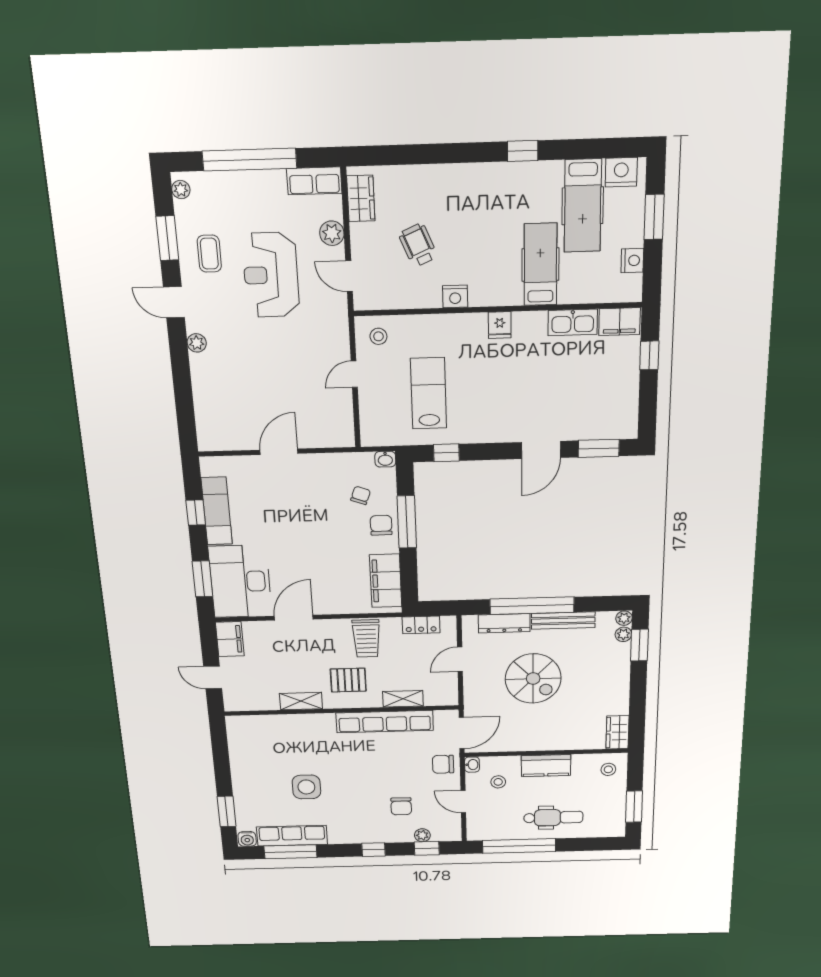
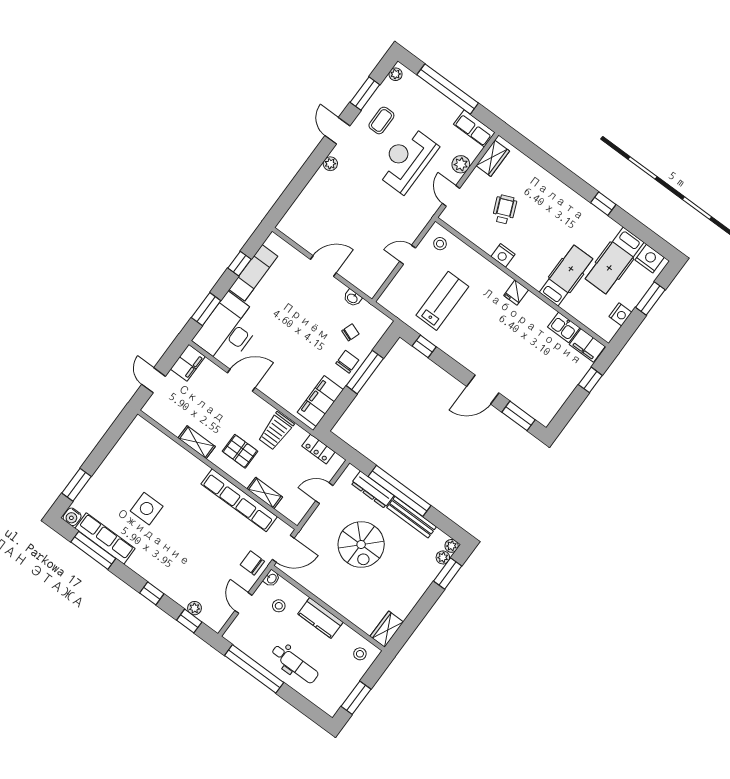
kitchen sink: (573, 322) -> (564, 327), width x0.73
washbasin: (385, 459) -> (352, 298), moved
chair: (401, 806) -> (198, 574), removed

